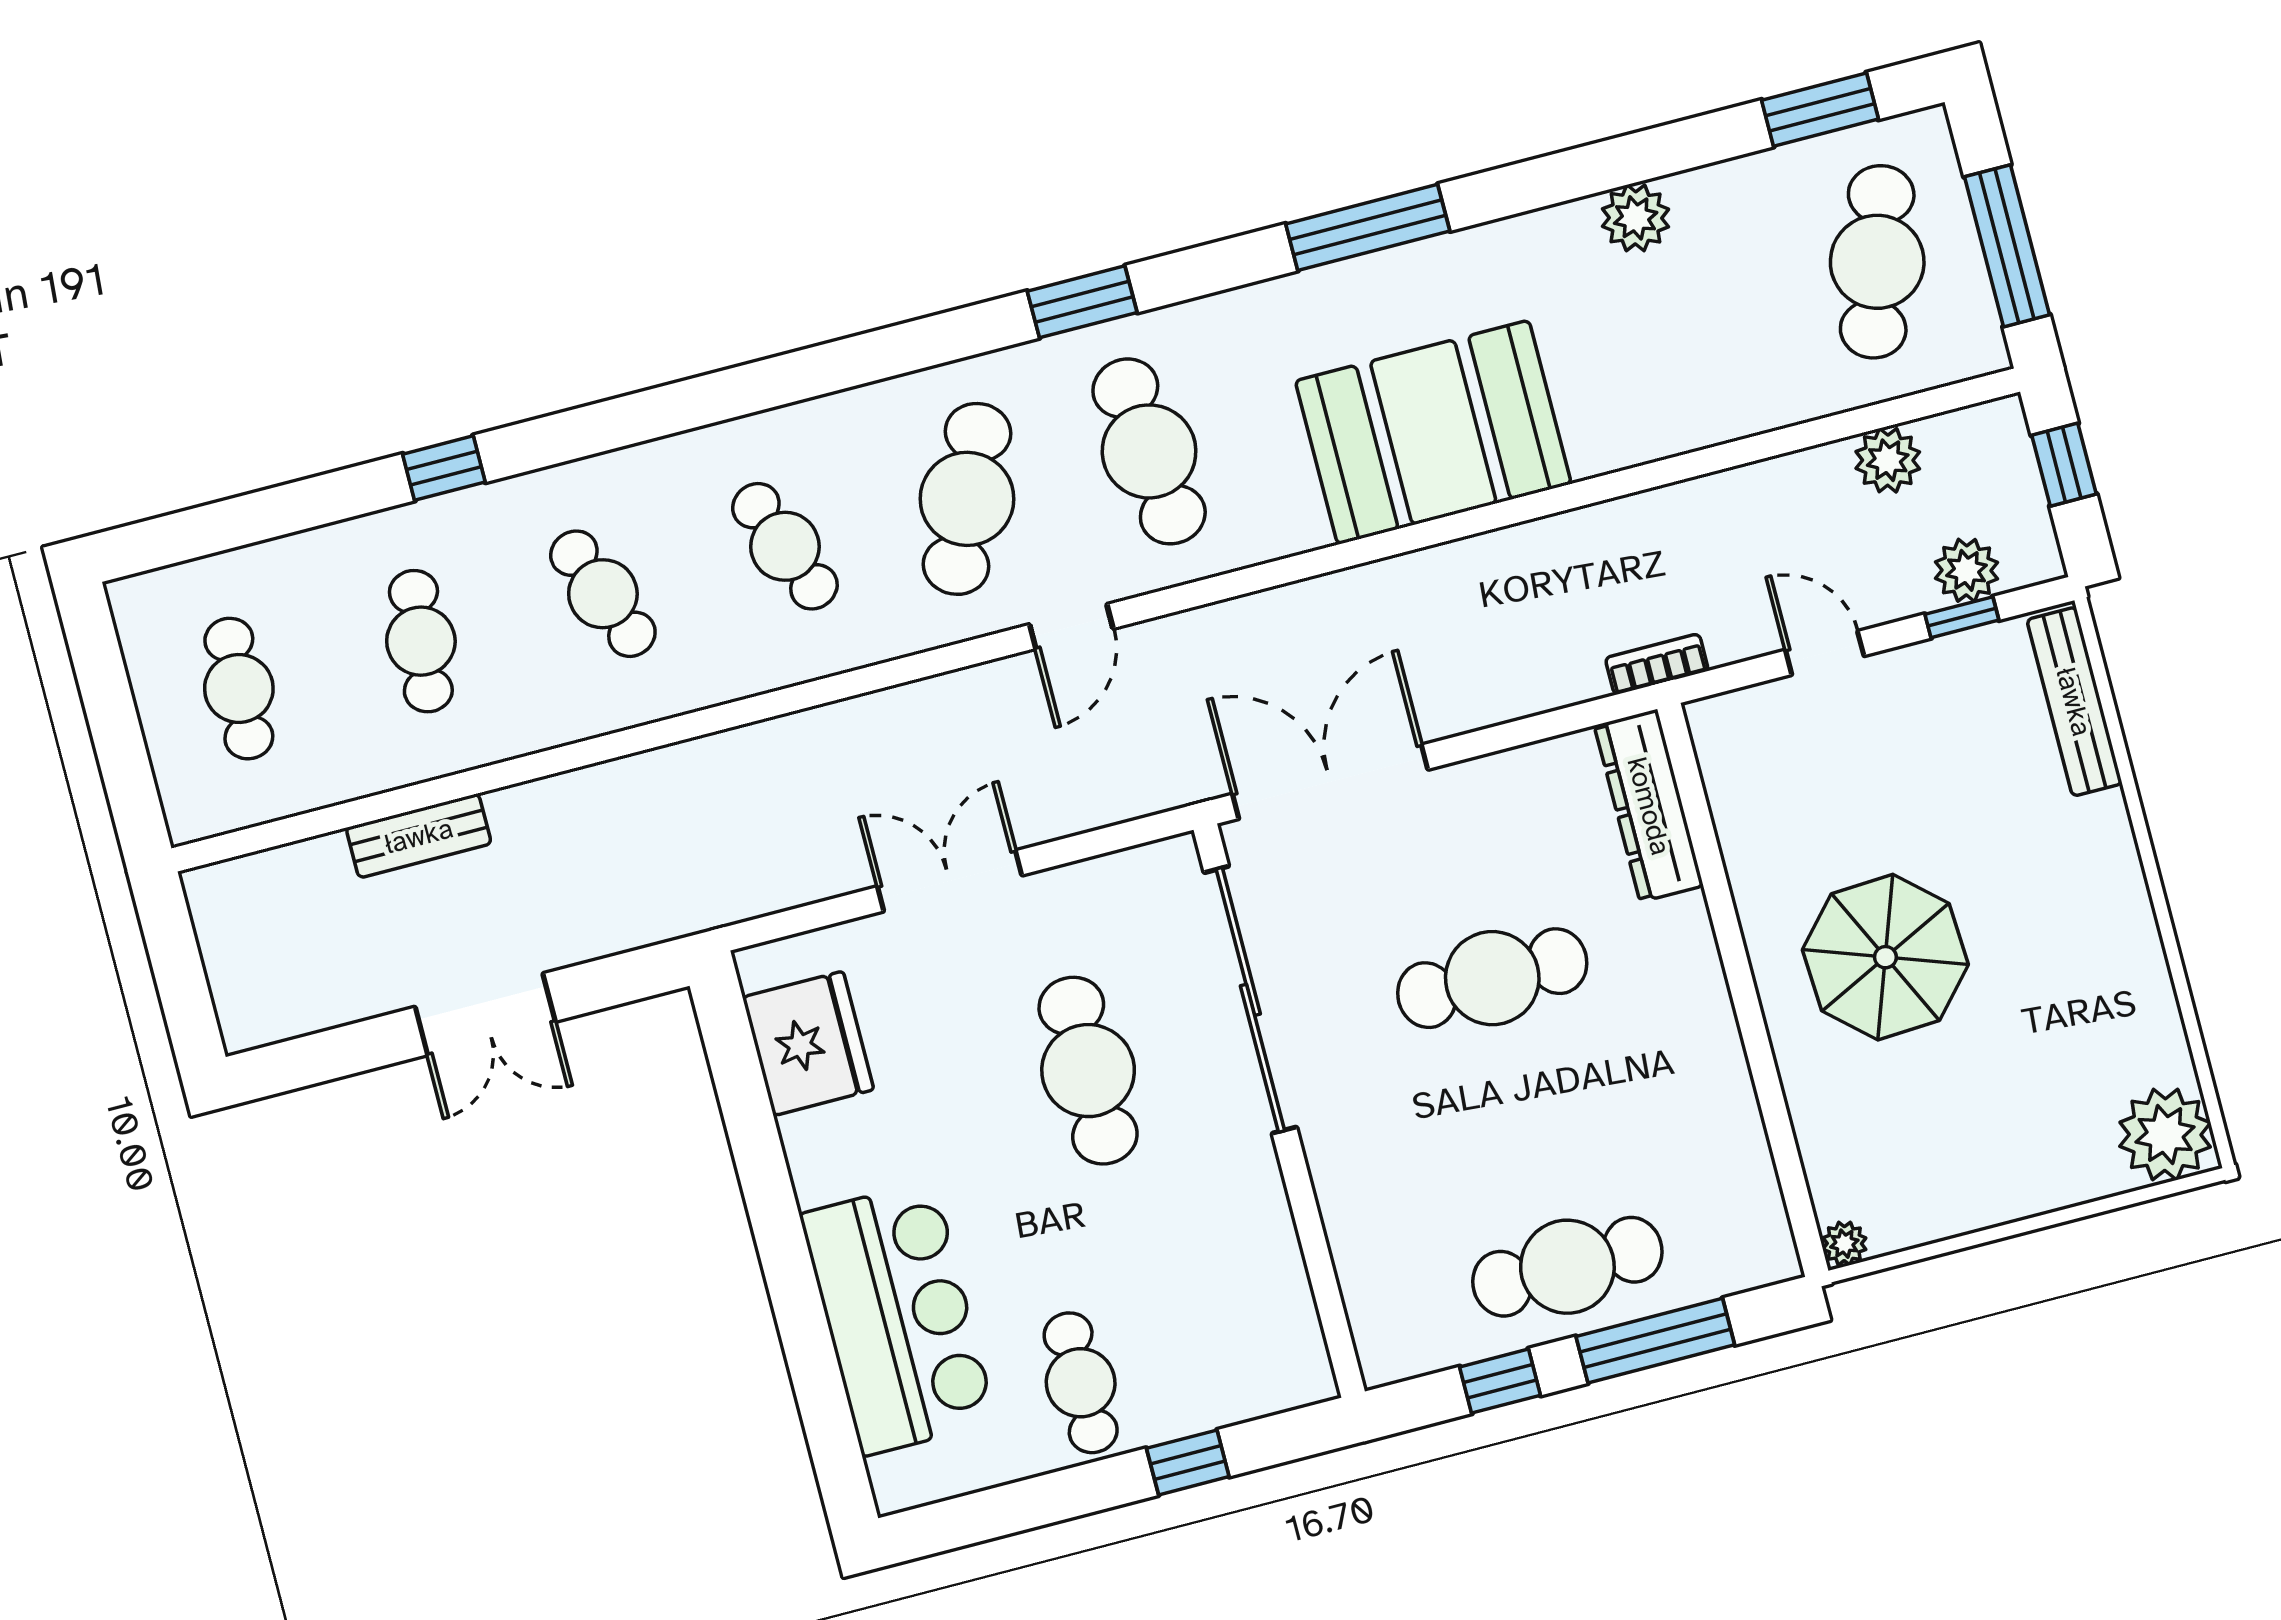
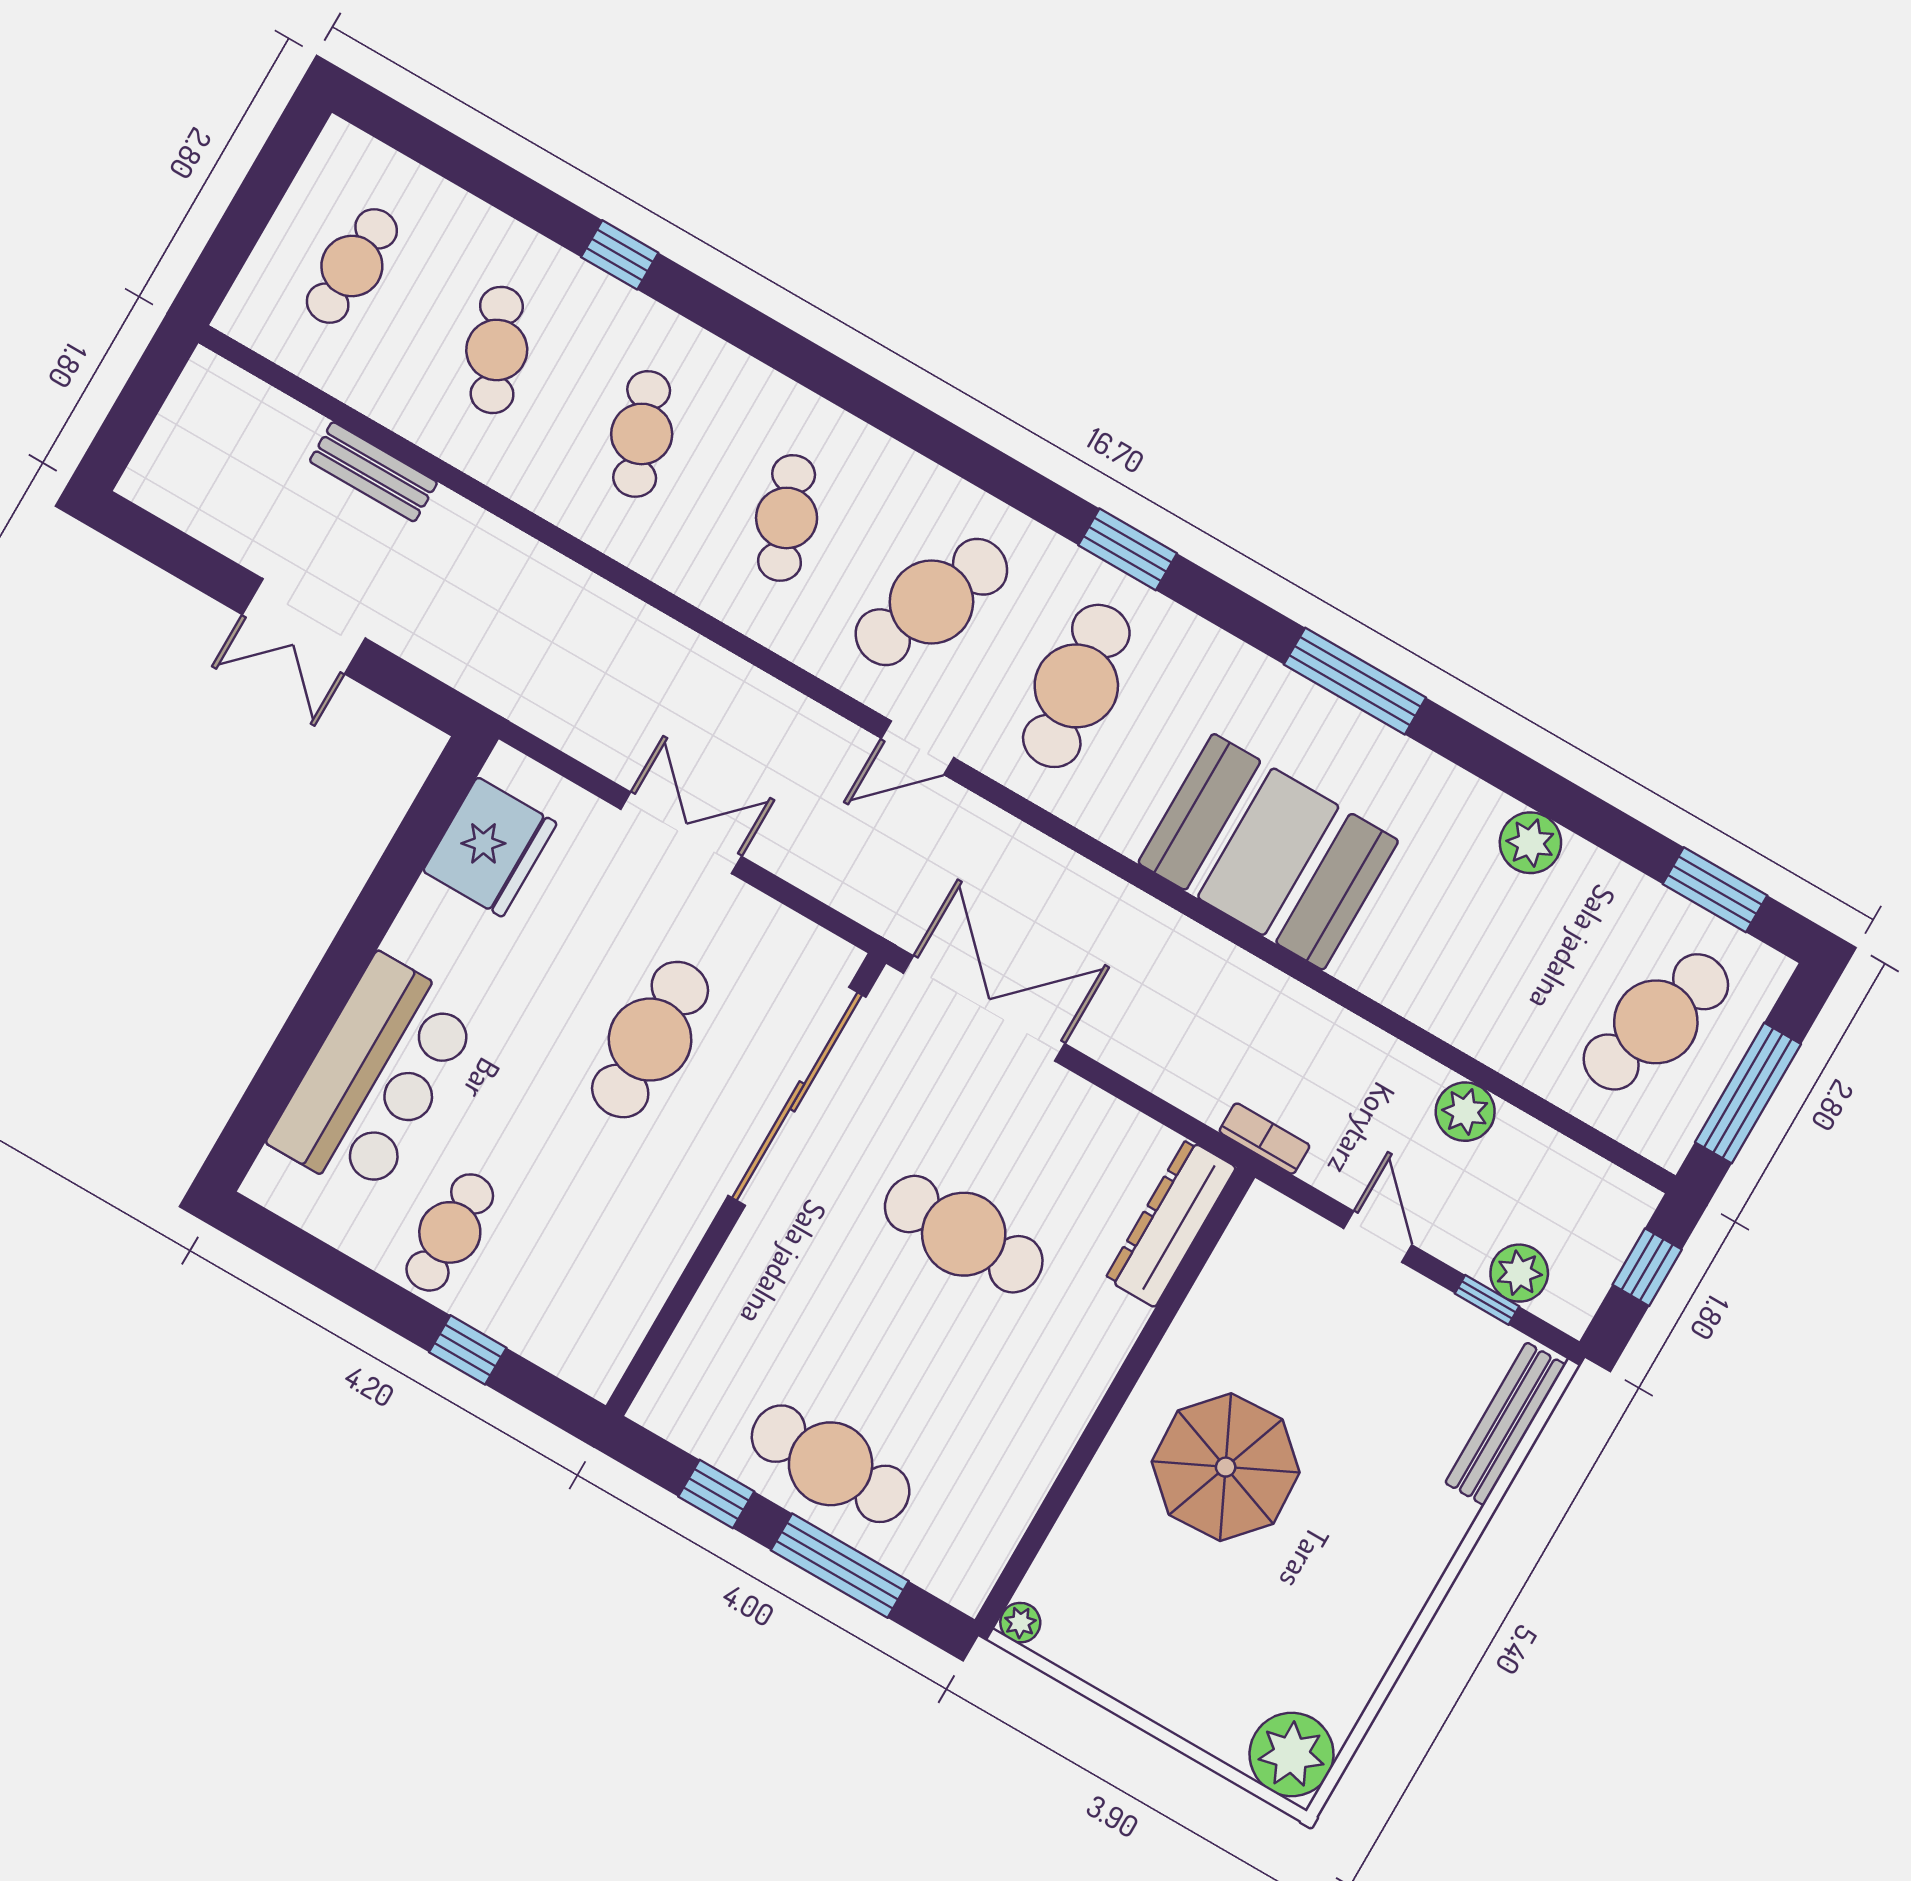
plant: (1888, 460) -> (1465, 1112), moved
cafe table: (421, 641) -> (497, 350), turned -30

